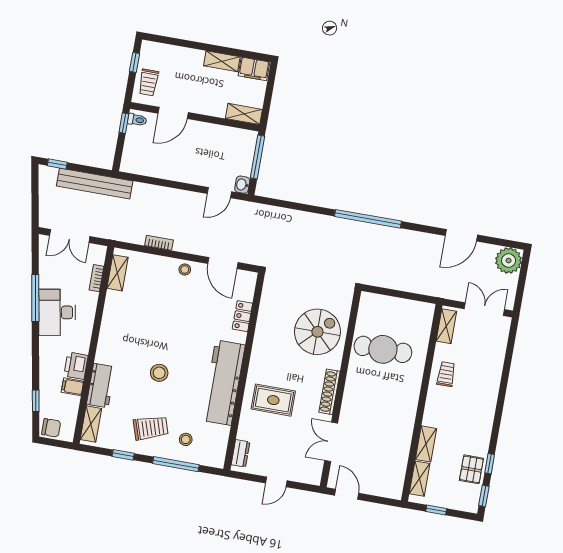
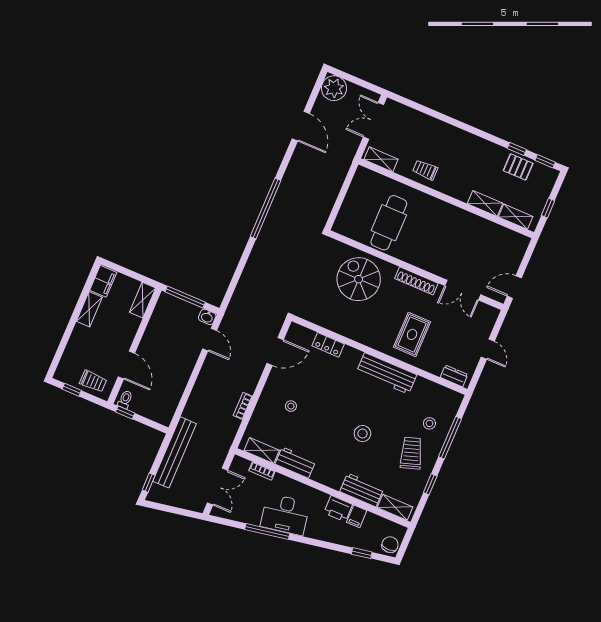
stool: (185, 269) -> (291, 406), moved
workbench: (113, 310) -> (295, 463), added
workbench: (223, 383) -> (387, 373), width x0.73, depth x0.76

